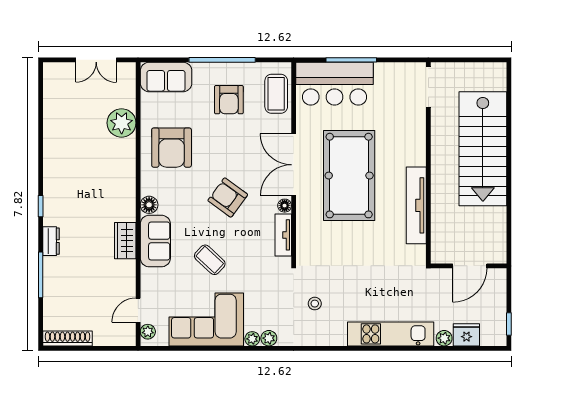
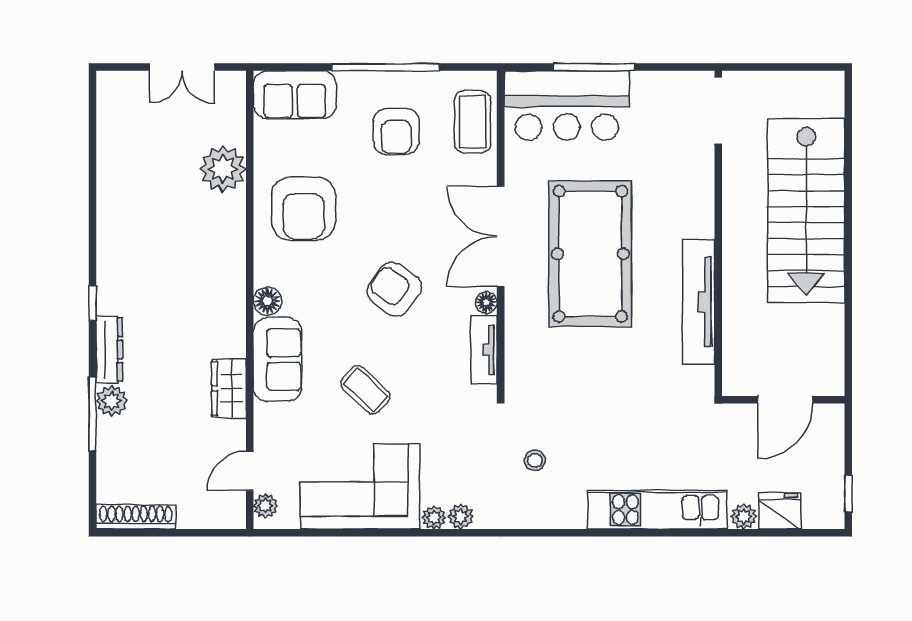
dresser: (51, 241) -> (109, 350), width x1.44
wardrobe: (125, 241) -> (229, 388), moved
plant: (53, 267) -> (112, 401), added

